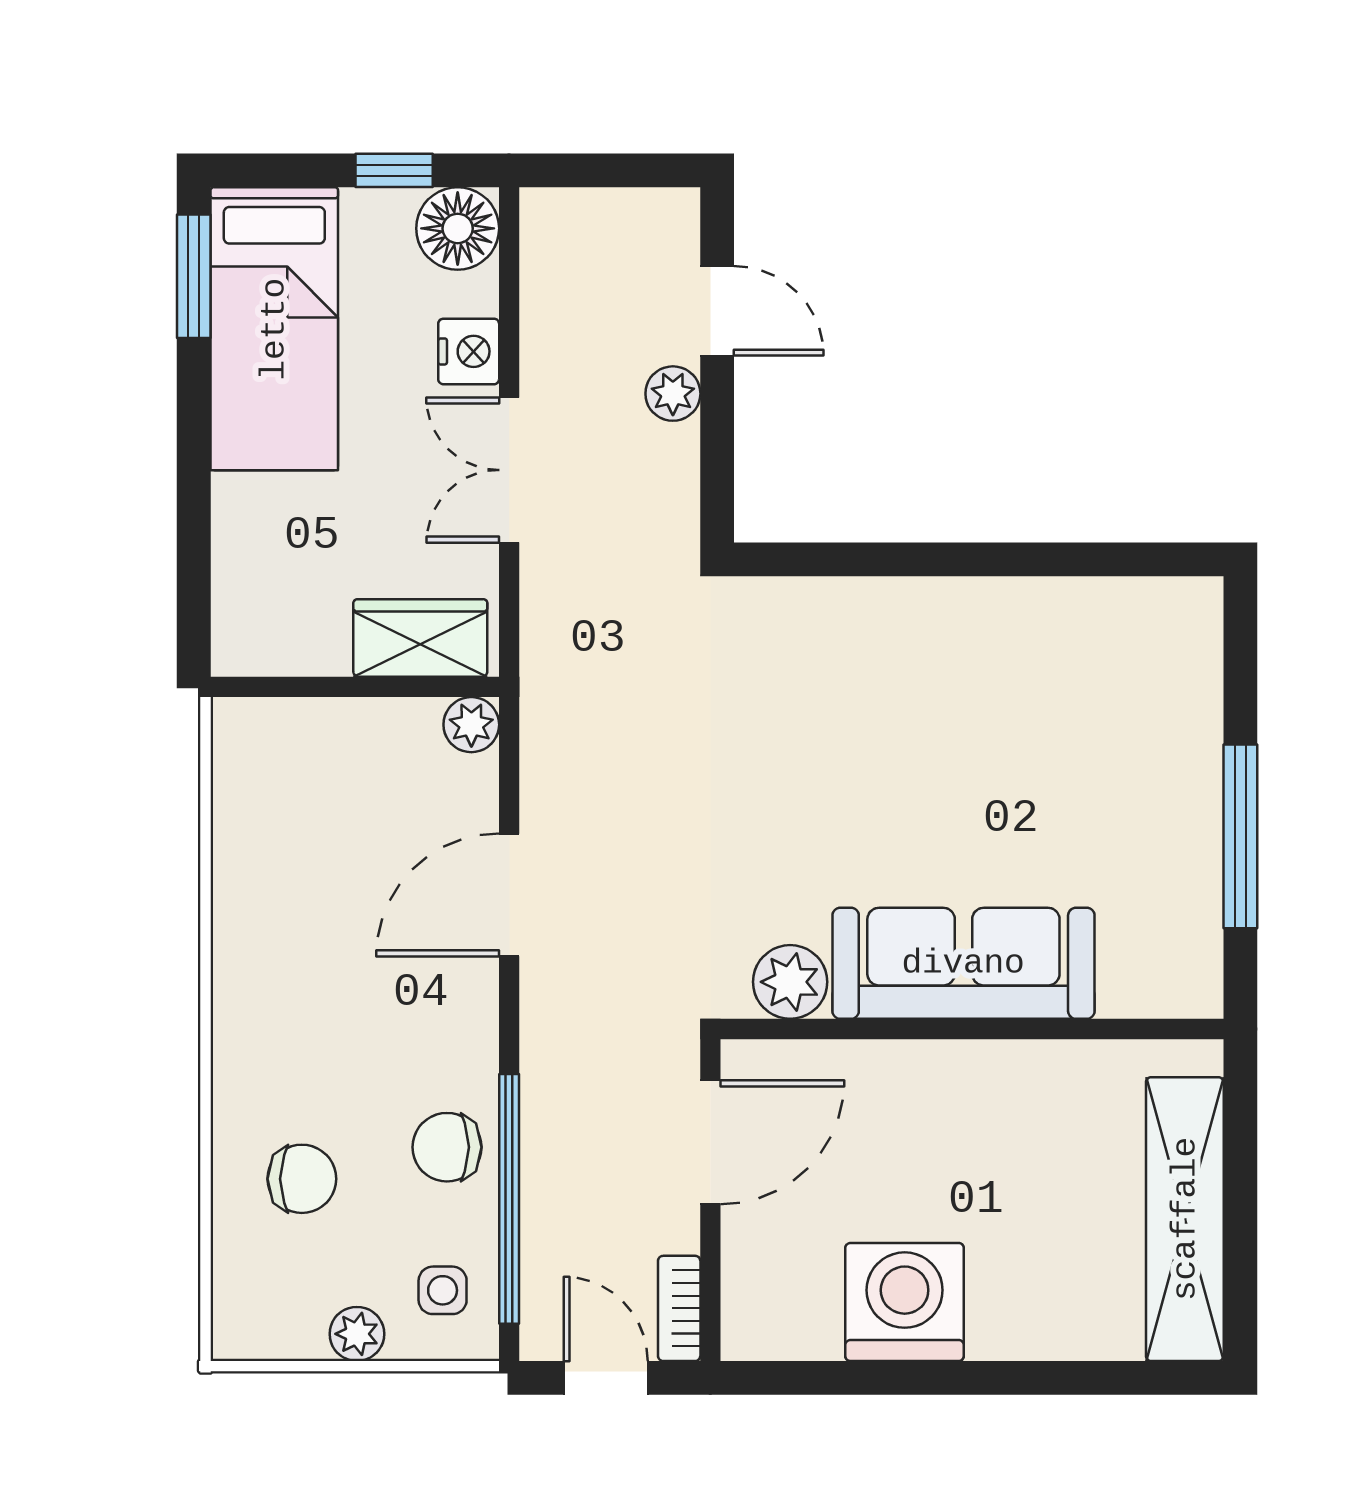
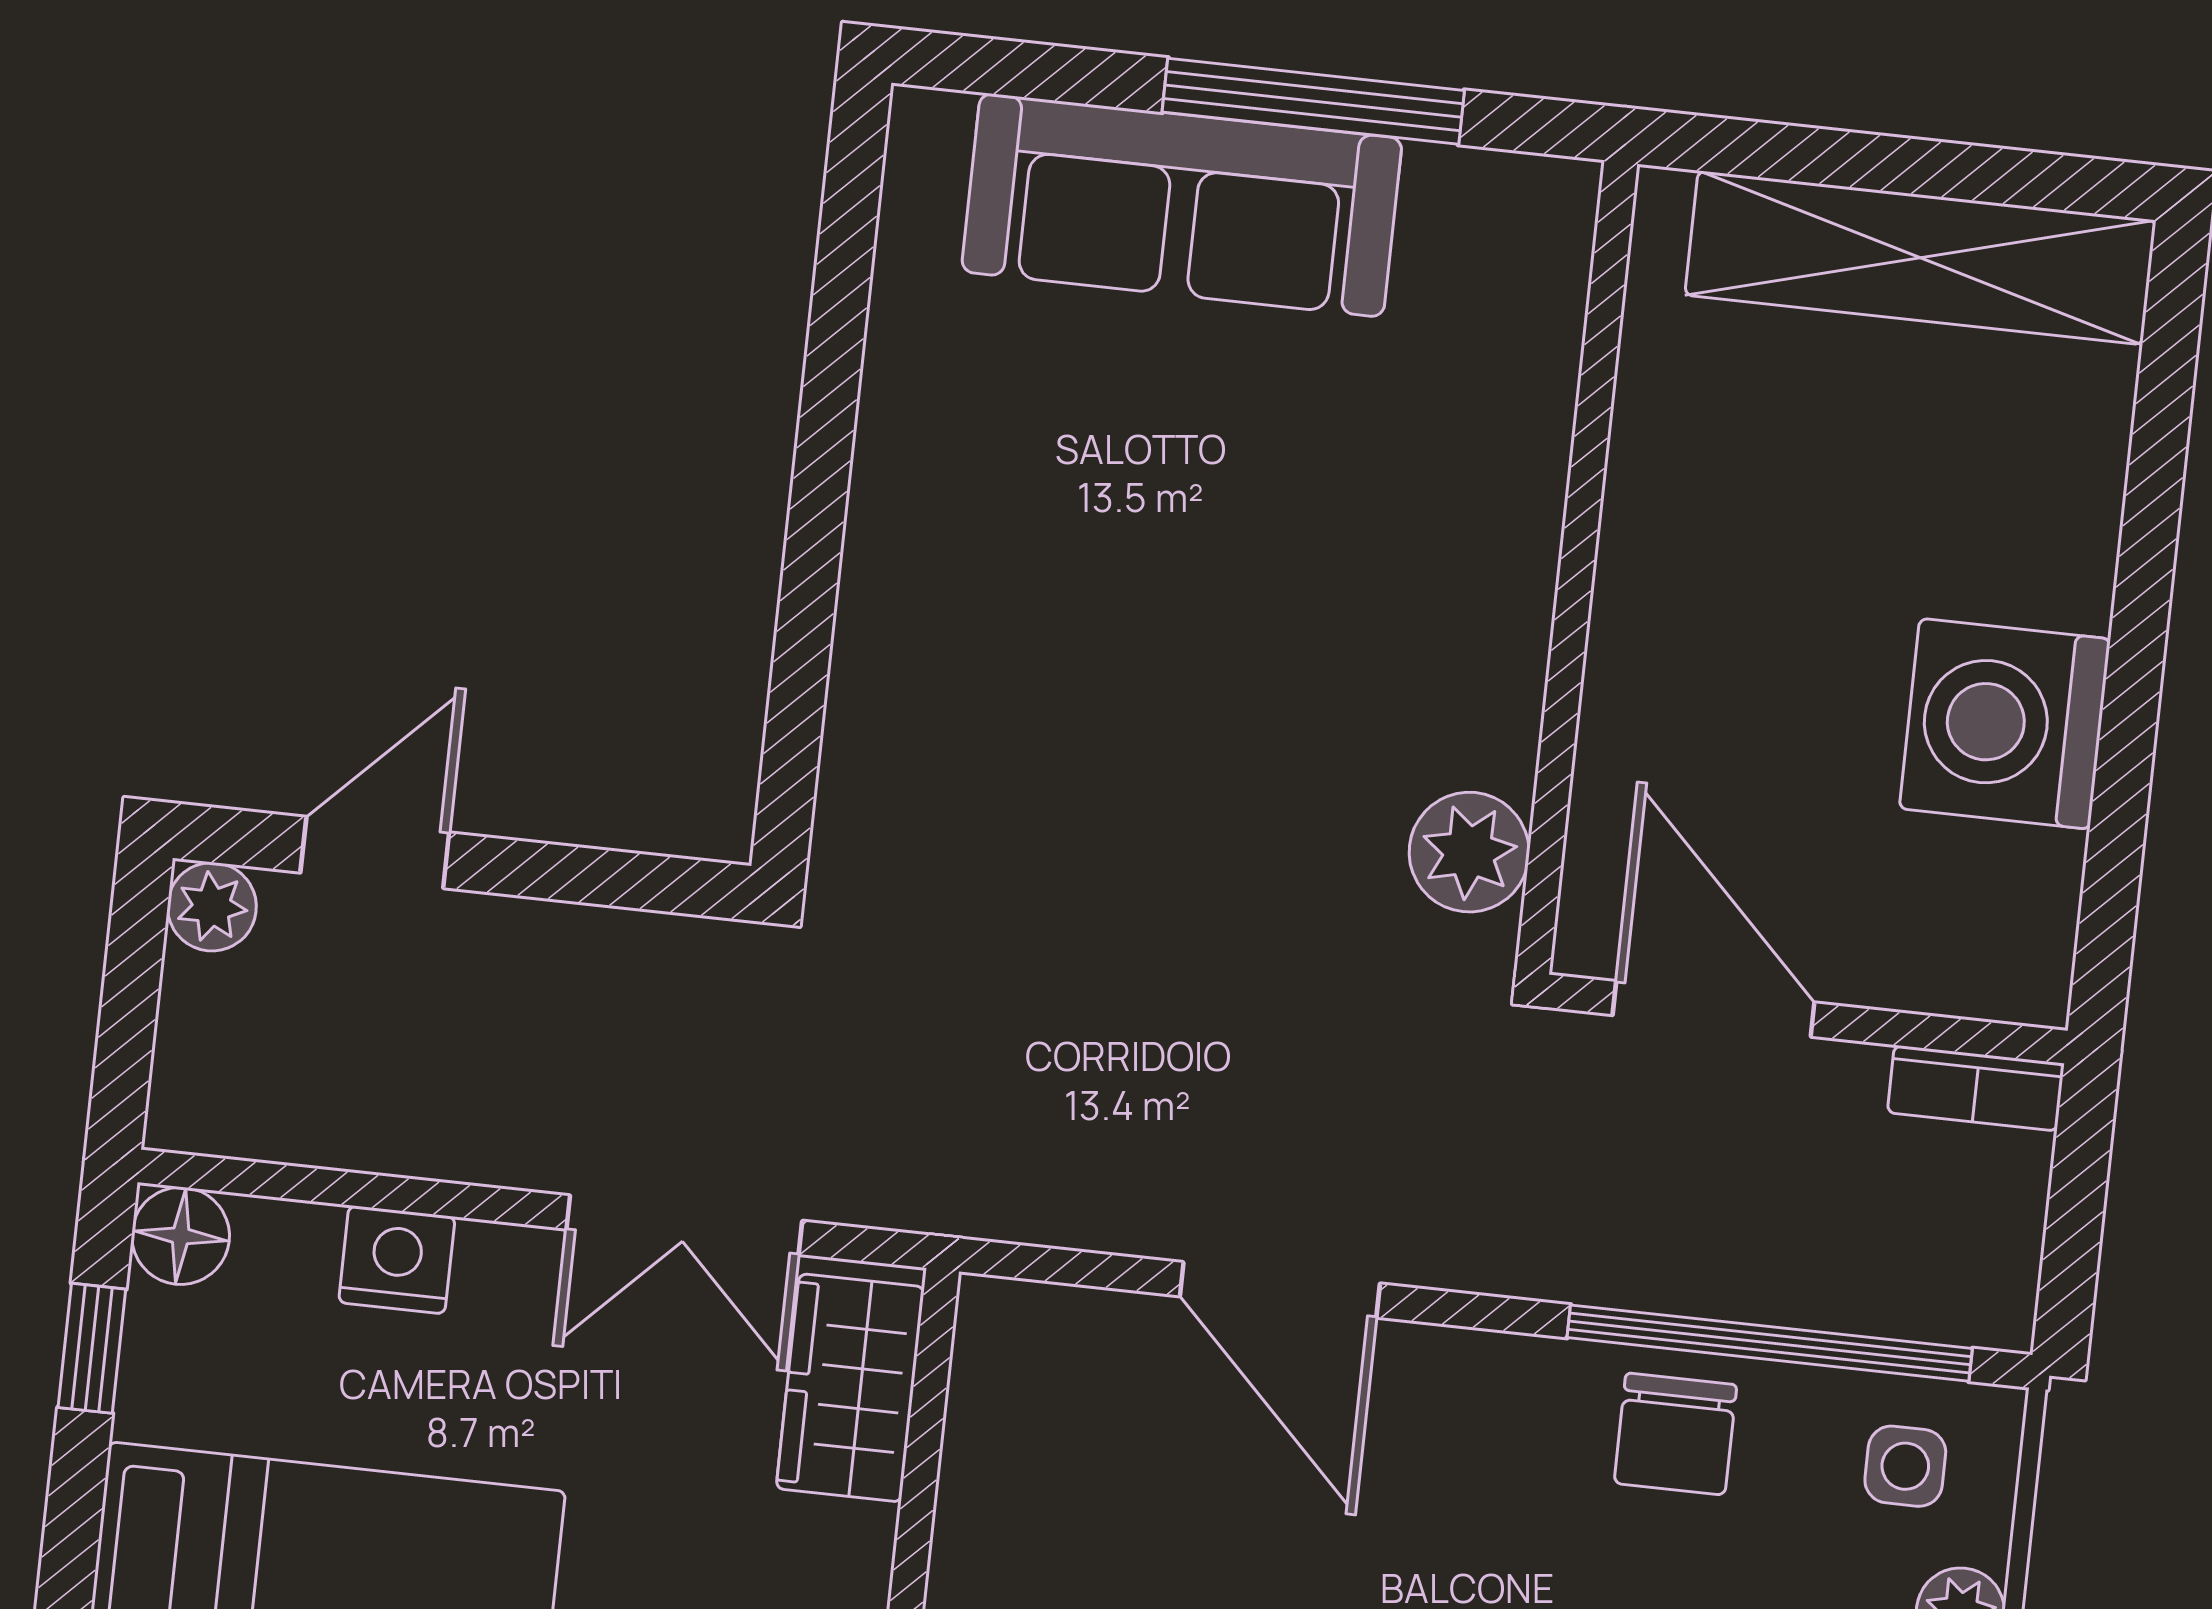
floor lamp: (458, 228) -> (181, 1236), width x0.73, depth x0.73
plant: (673, 394) -> (212, 907), moved
double door: (509, 470) -> (684, 1225), moved
plant: (471, 725) -> (999, 1321), removed
sofa: (963, 963) -> (1182, 205), moved, turned -90
door: (606, 1378) -> (2075, 1219), removed

